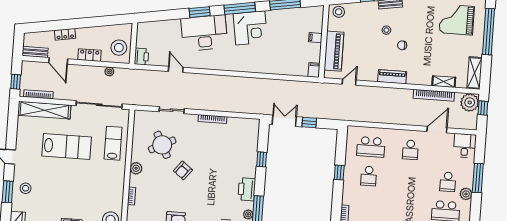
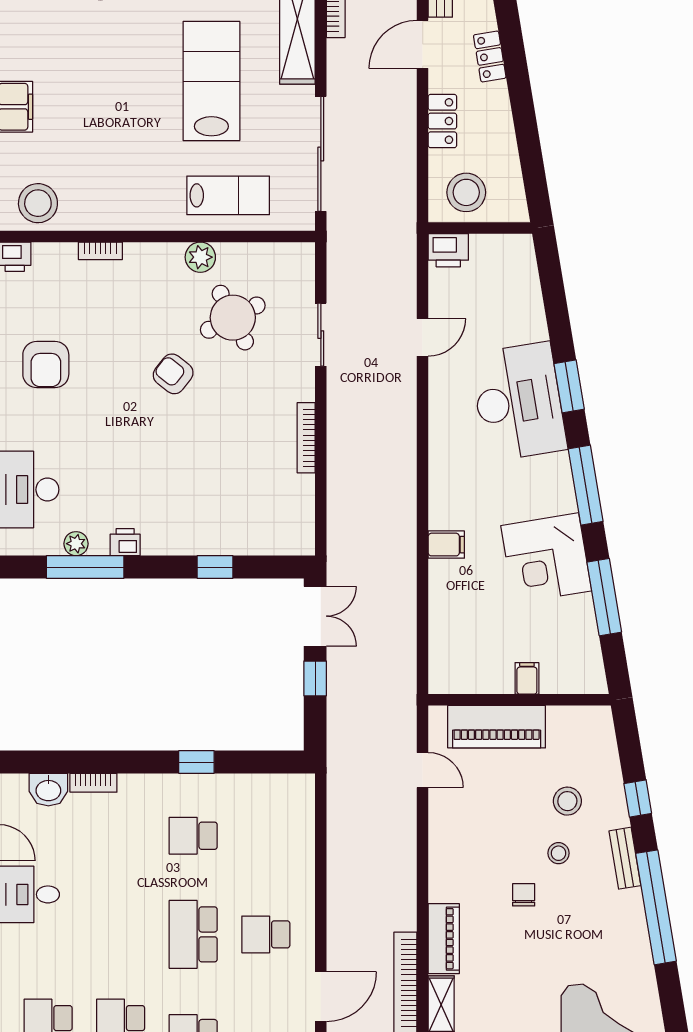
stool: (339, 12) -> (567, 801), moved
corner desk: (250, 28) -> (546, 558), moved
filing cabinet: (314, 70) -> (446, 545), moved
plant: (109, 72) -> (405, 173), removed
piano: (392, 77) -> (444, 939), moved
door: (437, 130) -> (321, 997), hinge flipped
lab bench: (67, 147) -> (211, 81), turned 180
school desk: (371, 147) -> (193, 934), moved
plant: (136, 168) -> (200, 257), moved
printer: (247, 189) -> (125, 542), width x0.53, depth x0.68

